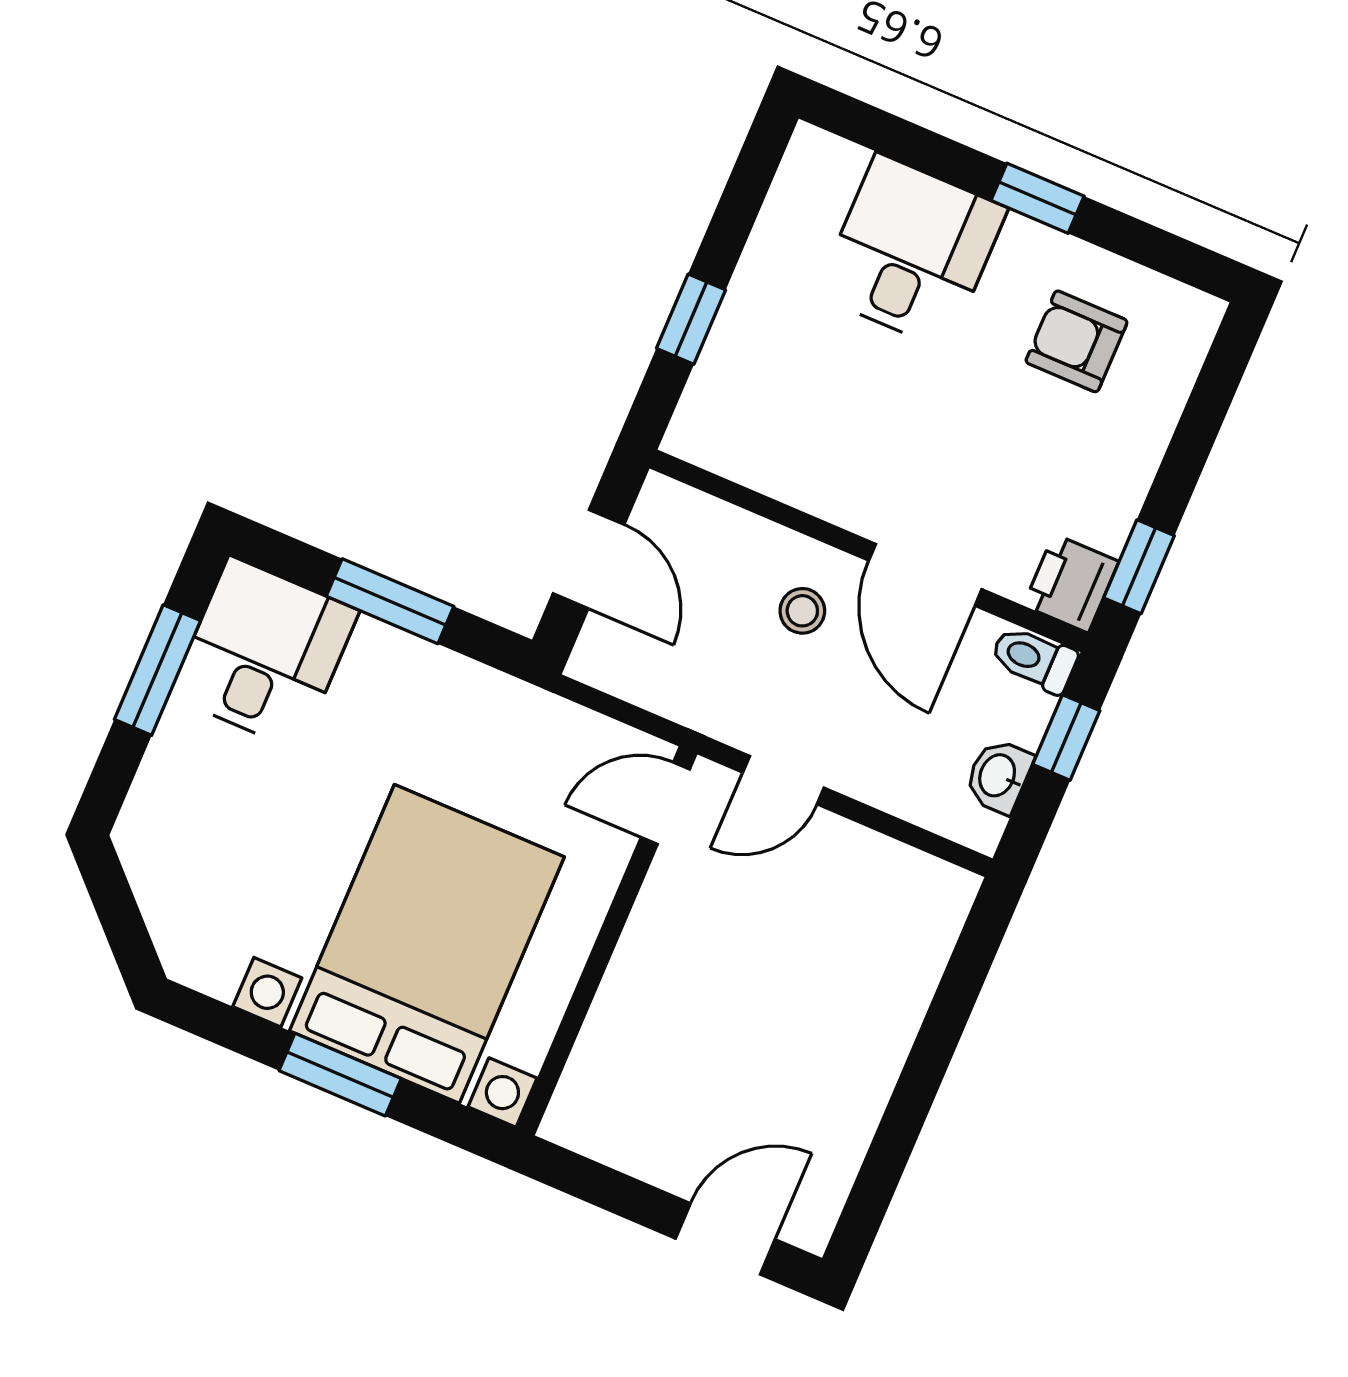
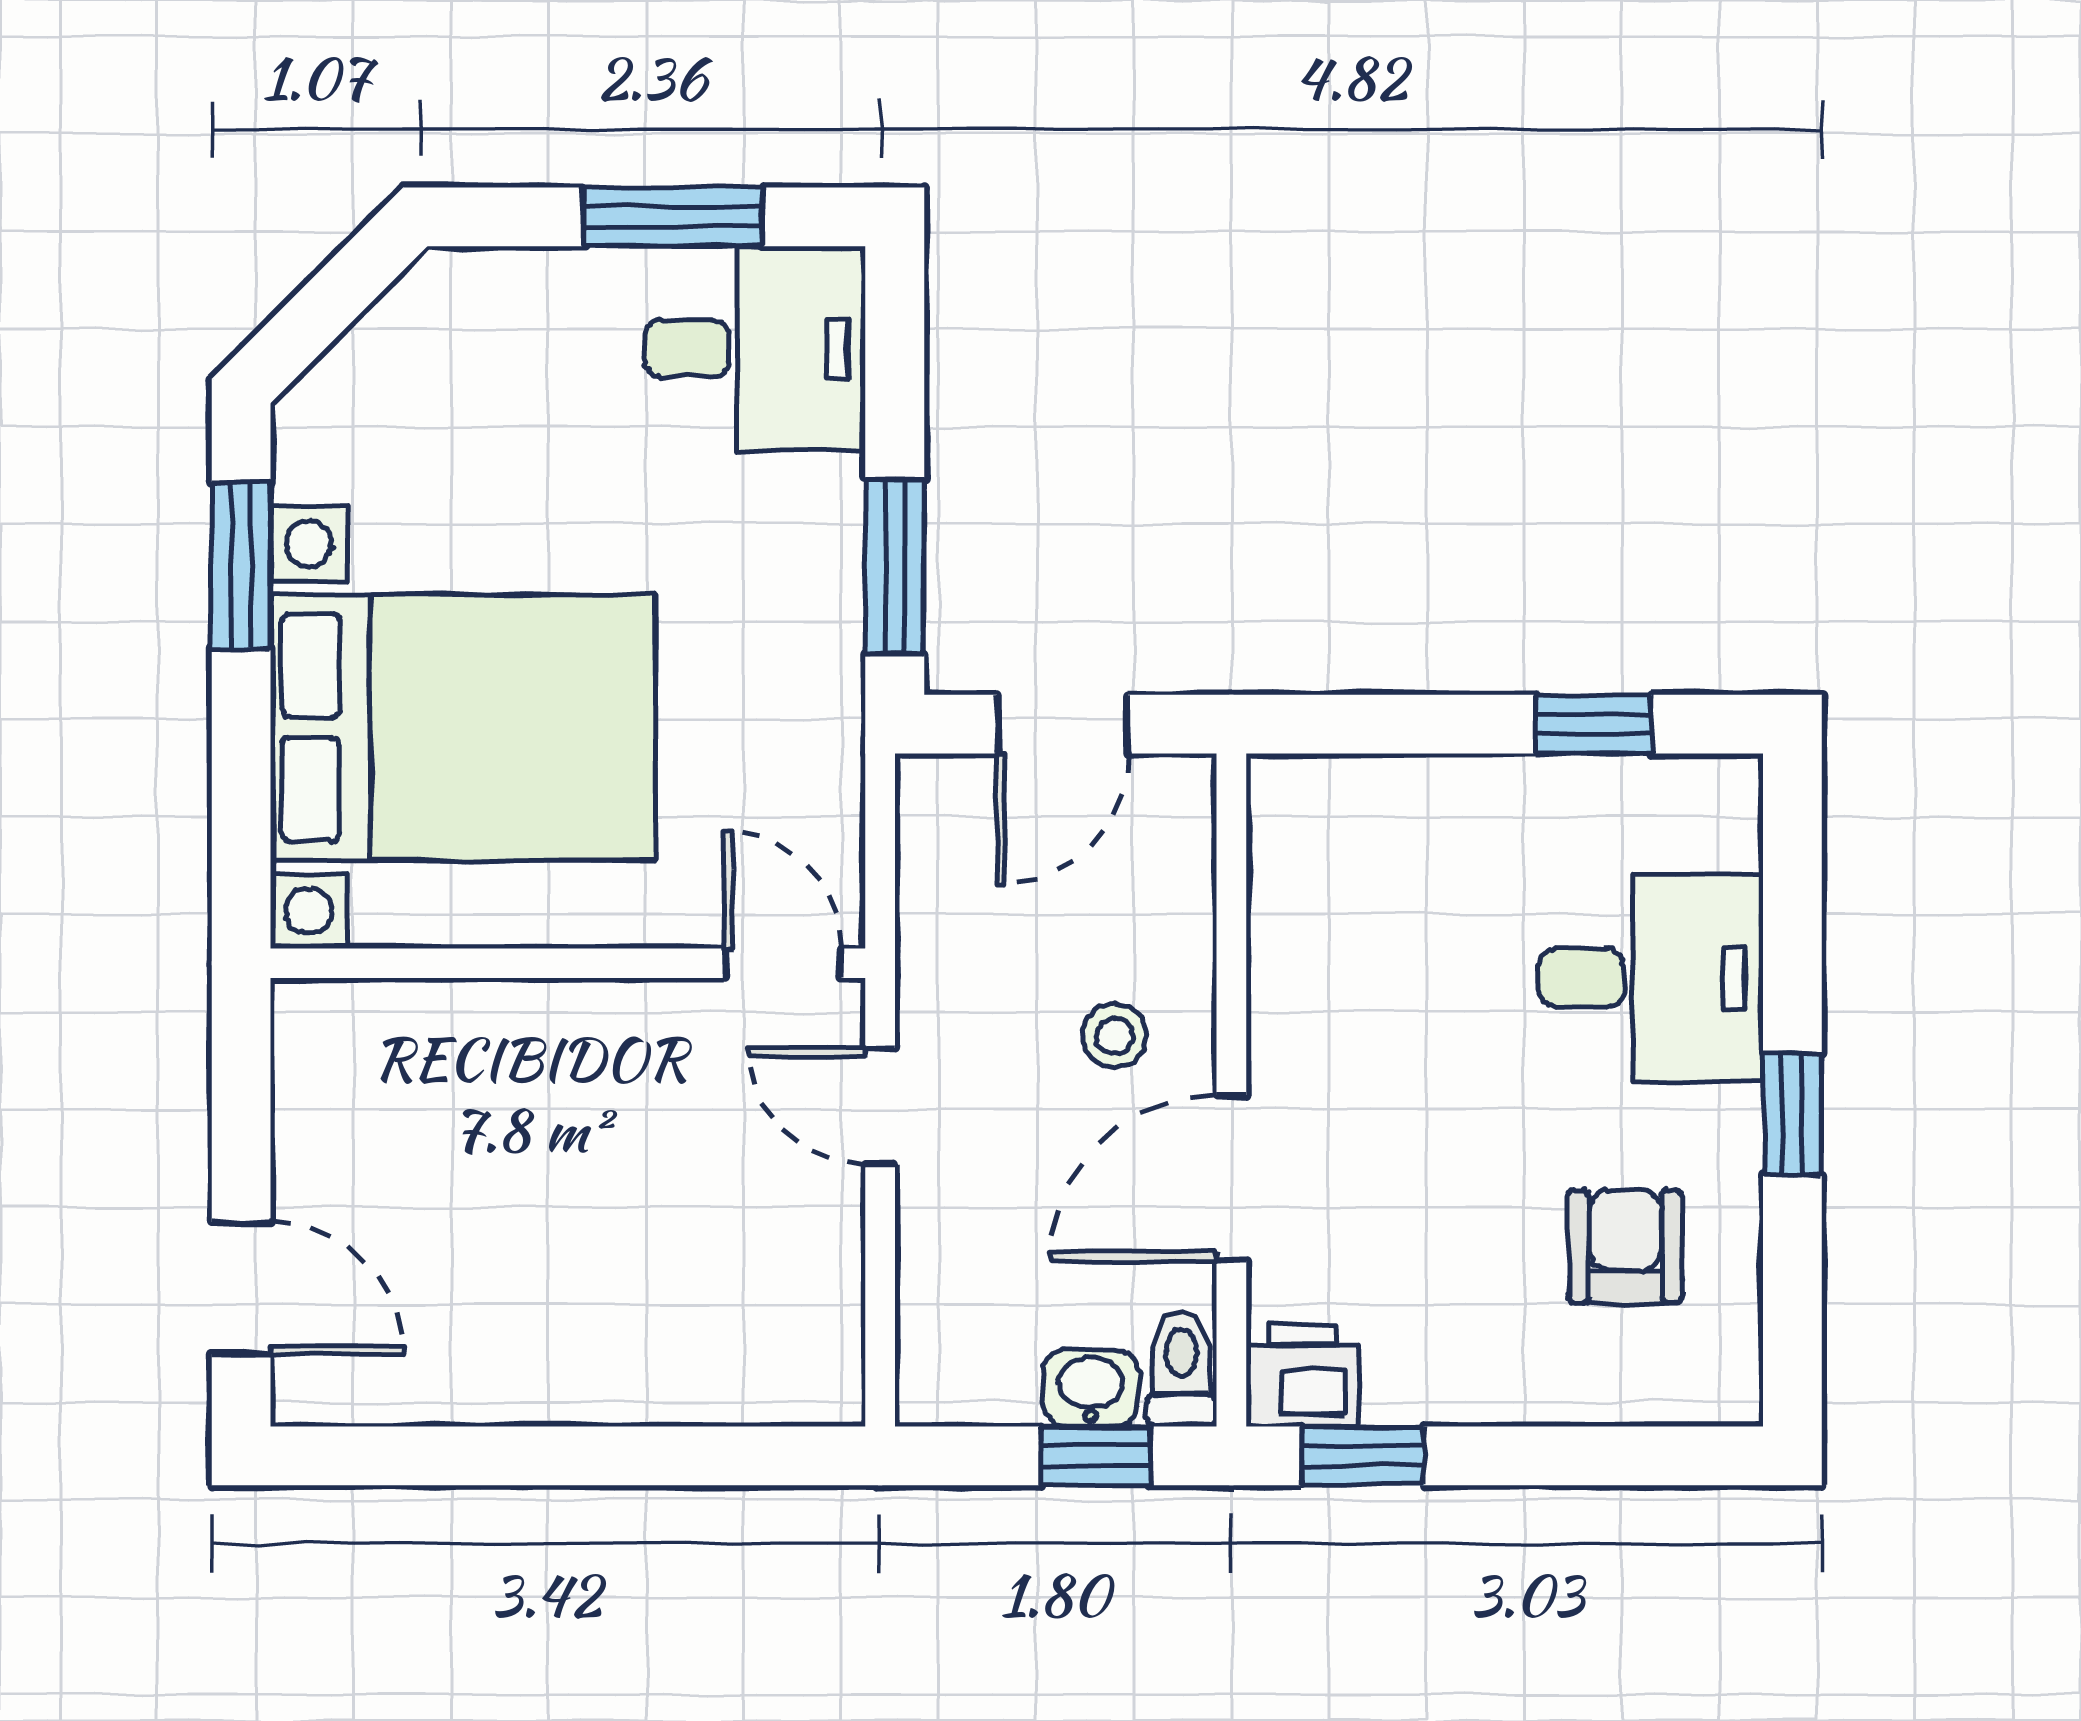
window: (691, 319) -> (1594, 724), moved
window: (390, 601) -> (895, 566), moved
washbasin: (999, 776) -> (1091, 1388), moved
window: (340, 1075) -> (241, 566), moved

